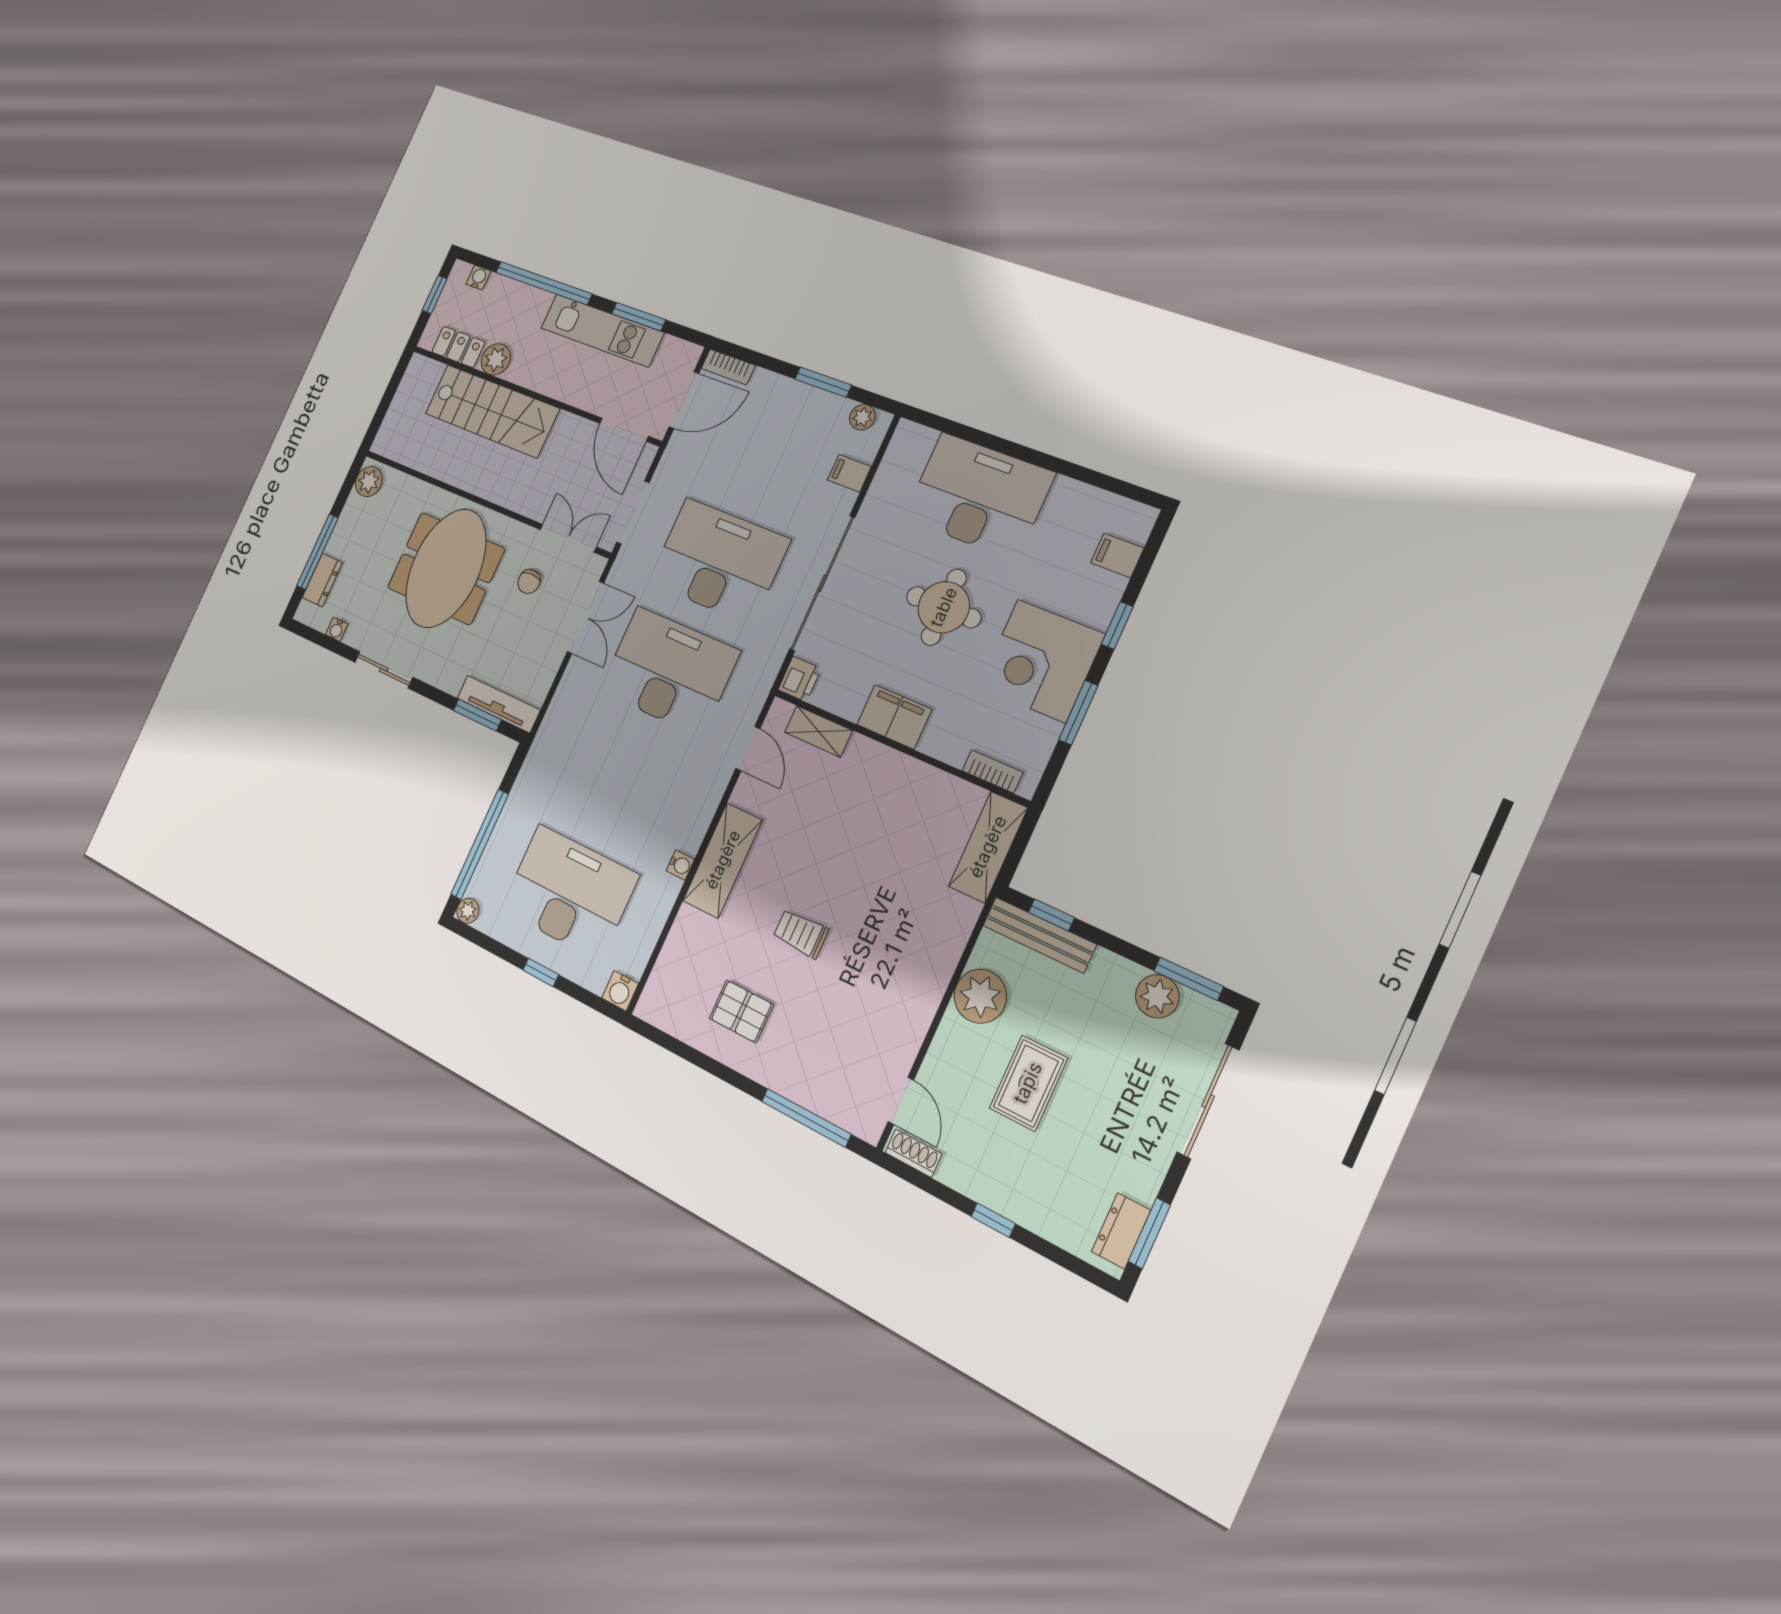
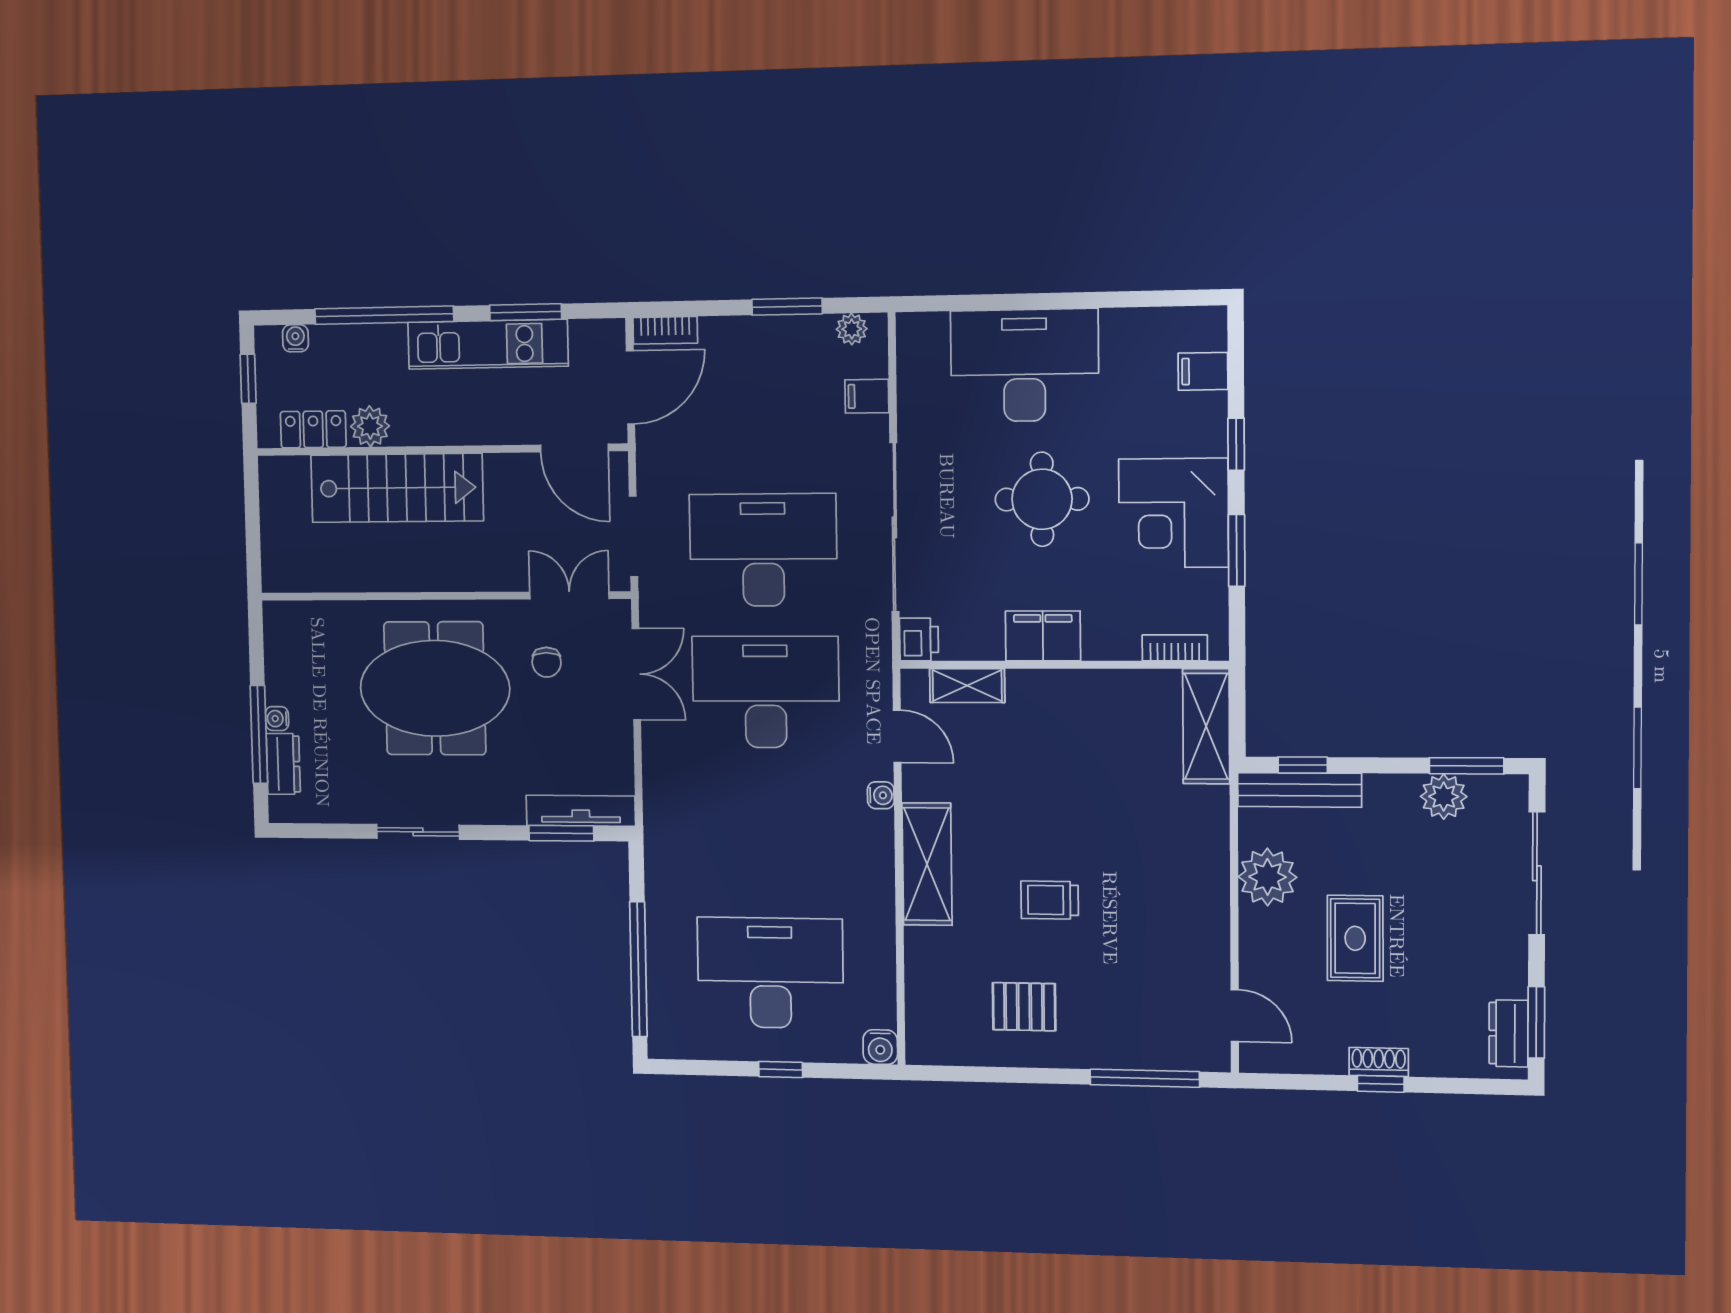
plant: (369, 482) -> (281, 628), removed
meeting table: (446, 568) -> (435, 688), turned 90
water cooler: (337, 629) -> (277, 719), moved, turned 90
water cooler: (680, 865) -> (881, 795), moved
plant: (468, 911) -> (662, 1045), removed
shoe rack: (913, 1153) -> (1379, 1062), moved

